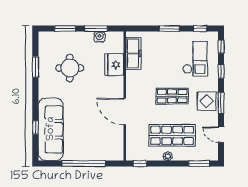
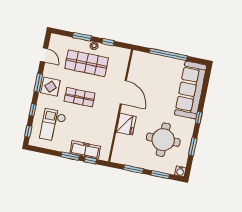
window: (200, 29) -> (90, 160), moved
water cooler: (99, 37) -> (180, 171), moved
freezer: (133, 53) -> (85, 150), moved, turned 90
fridge: (114, 65) -> (126, 124), moved
round table: (70, 68) -> (163, 140), width x1.36, depth x1.36
window: (35, 127) -> (199, 118), moved
window: (140, 164) -> (108, 42), moved
window: (199, 164) -> (82, 37), moved

